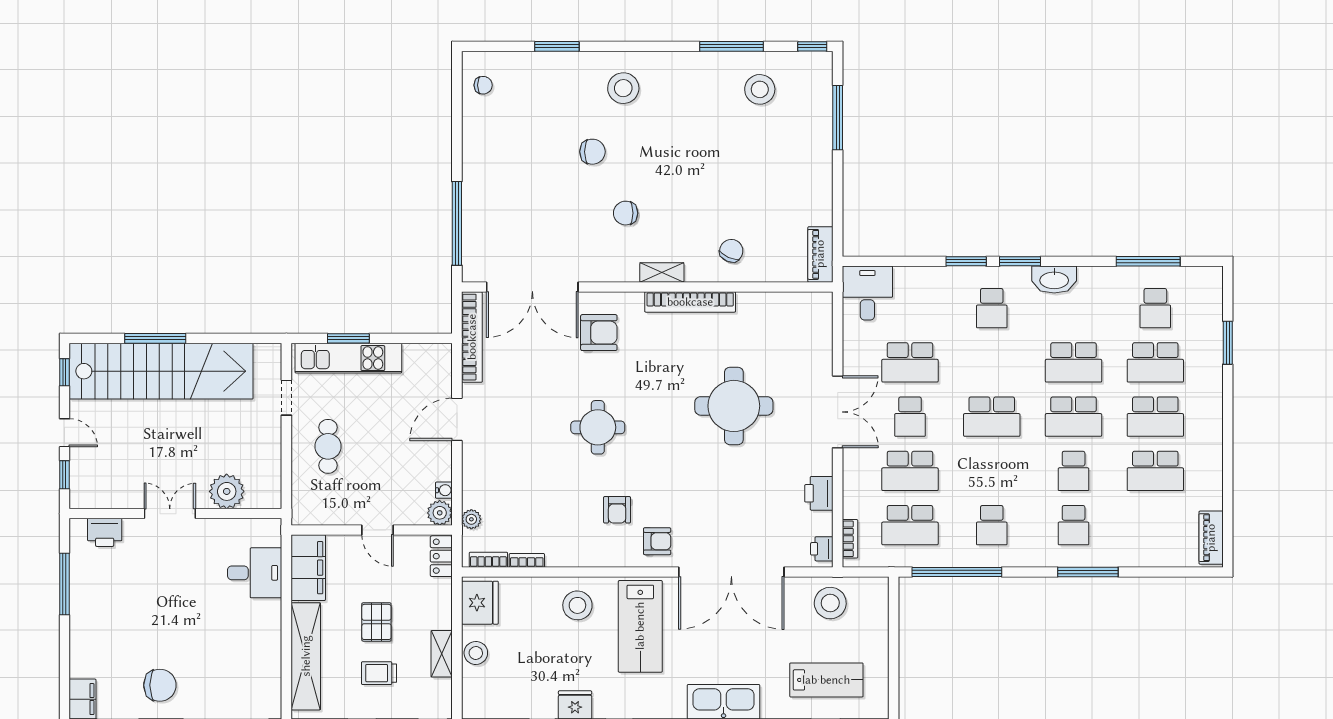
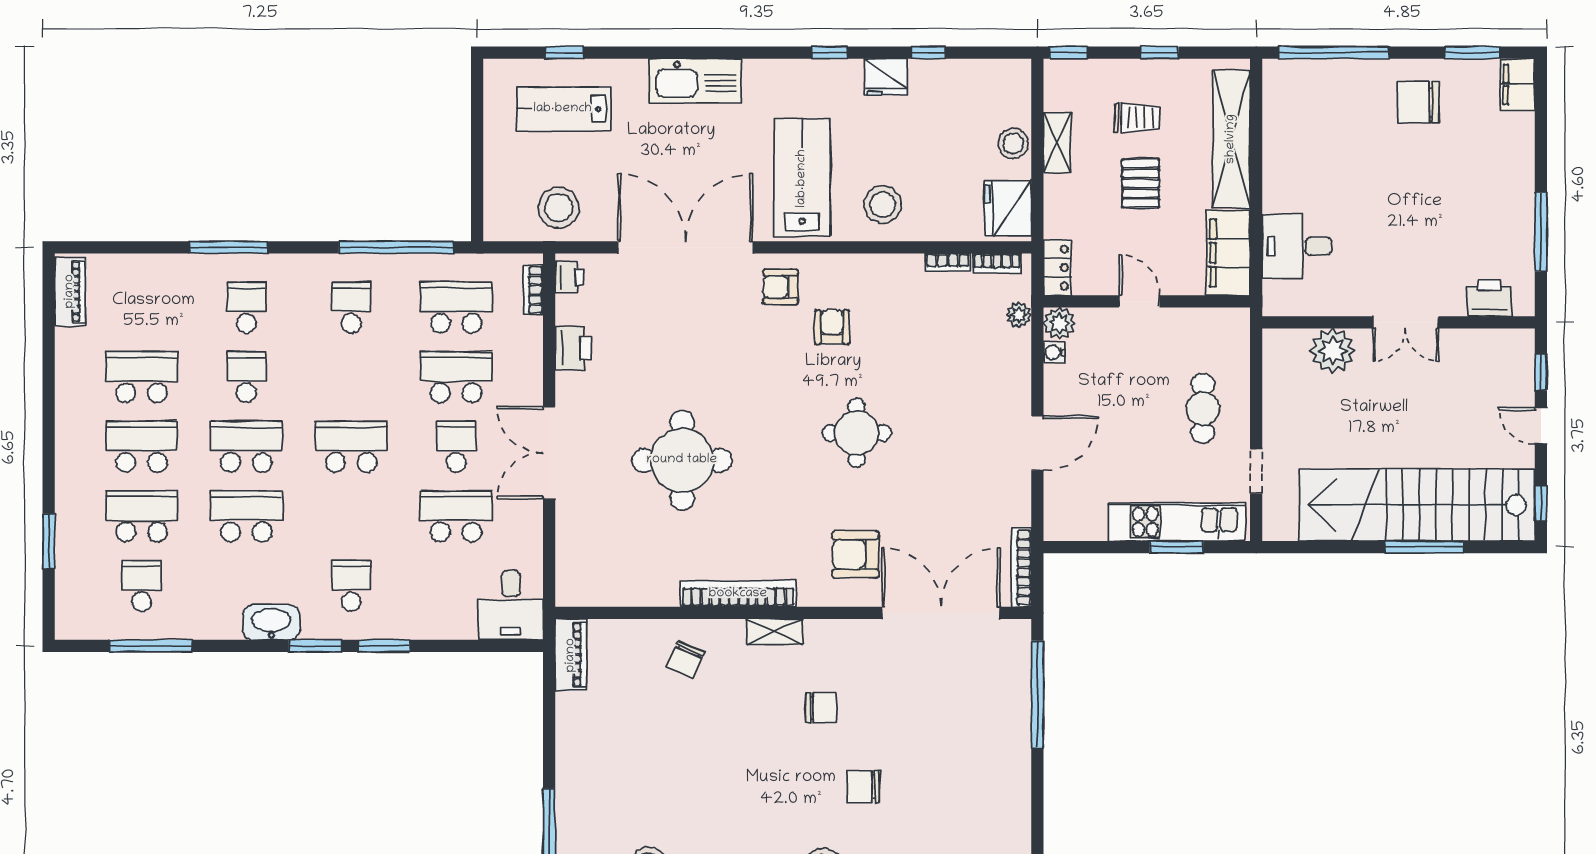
bookcase: (472, 337) -> (1021, 568), width x0.68, depth x0.76

